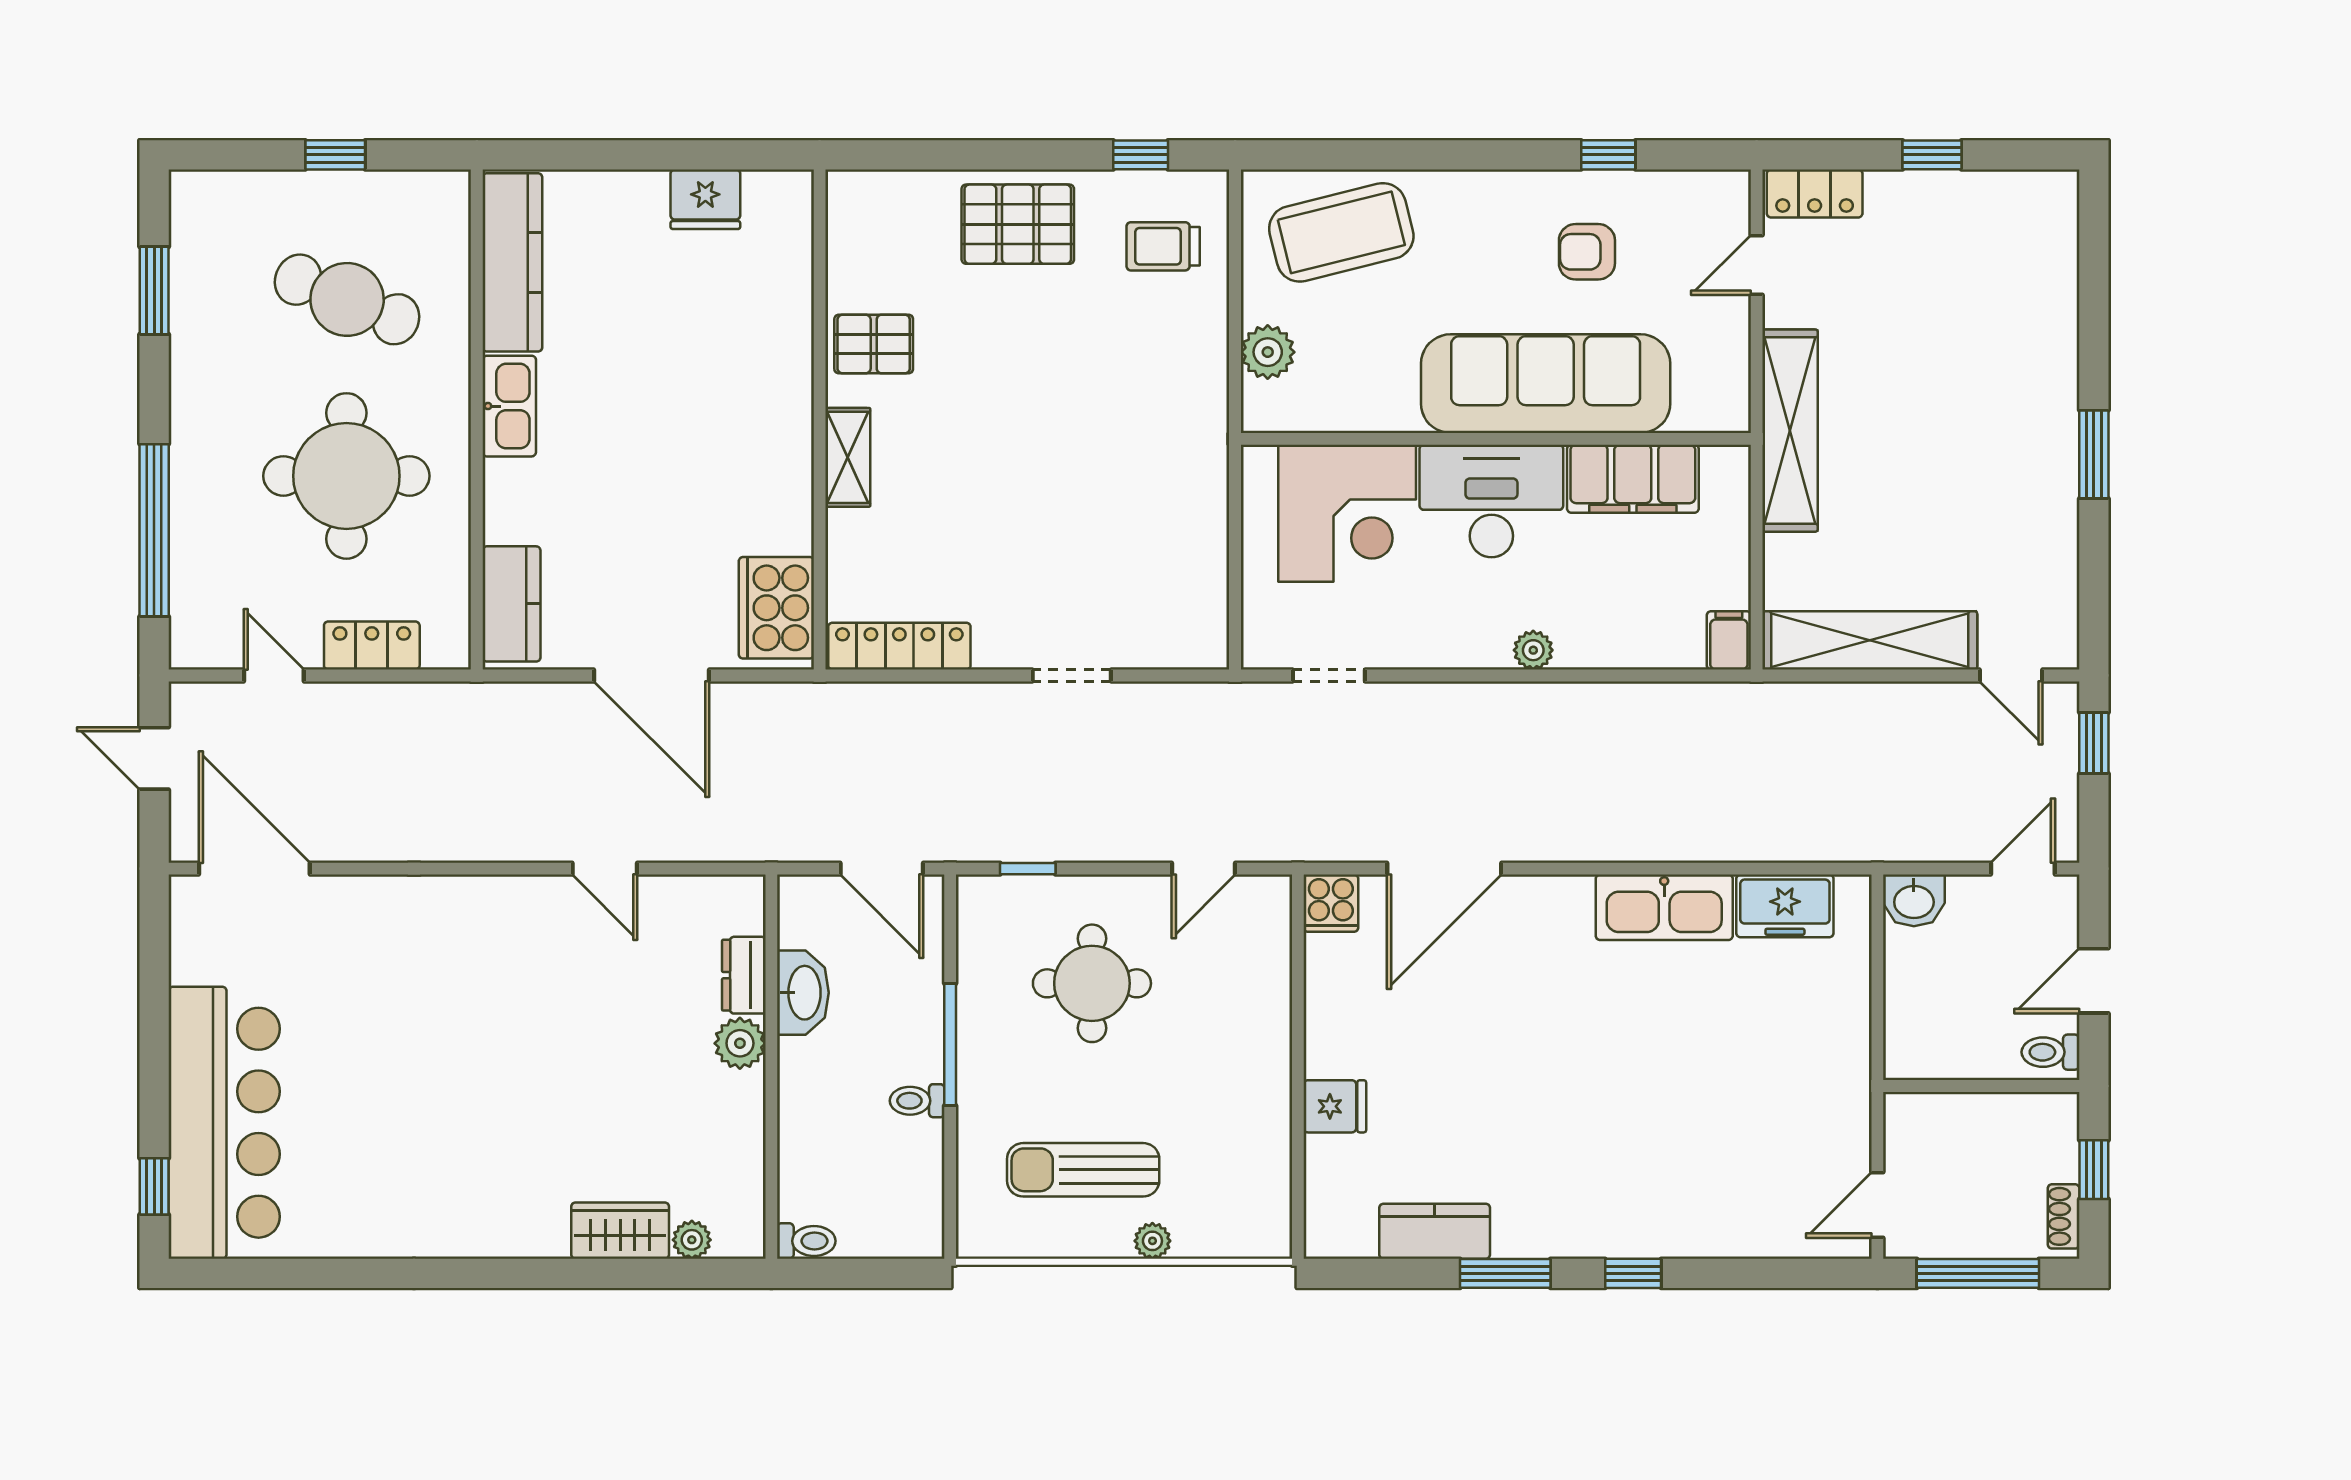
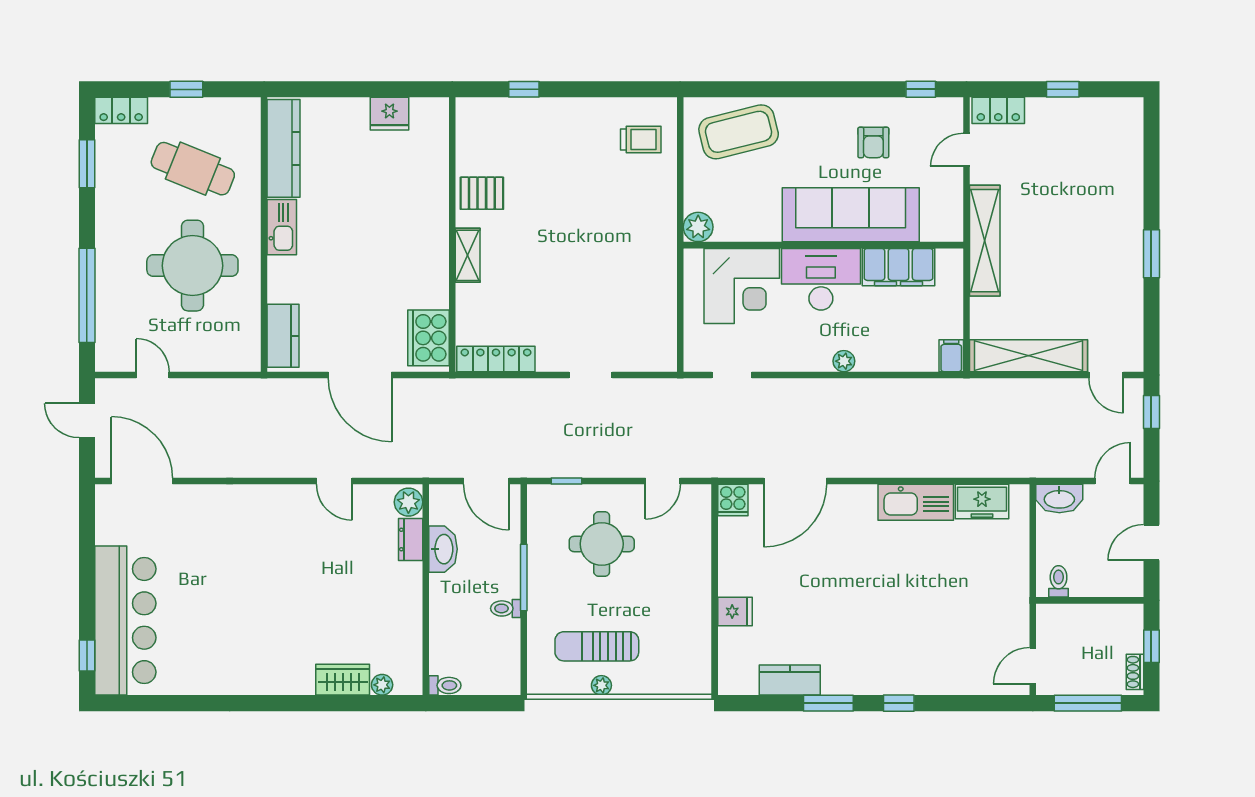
window: (1141, 155) -> (524, 89), moved
window: (1608, 155) -> (921, 89), moved
pallet: (1018, 224) -> (561, 127), removed
trolley: (1163, 246) -> (641, 139), turned 180
armchair: (1587, 252) -> (873, 142), turned -90
plant: (1268, 352) -> (698, 227), moved
locker: (372, 646) -> (121, 110), moved, turned 180
washbasin: (1914, 900) -> (1059, 499), width x1.38
plant: (740, 1043) -> (408, 502), moved
toilet: (2051, 1052) -> (1059, 581), moved, turned 90
plant: (1152, 1241) -> (601, 685), moved

